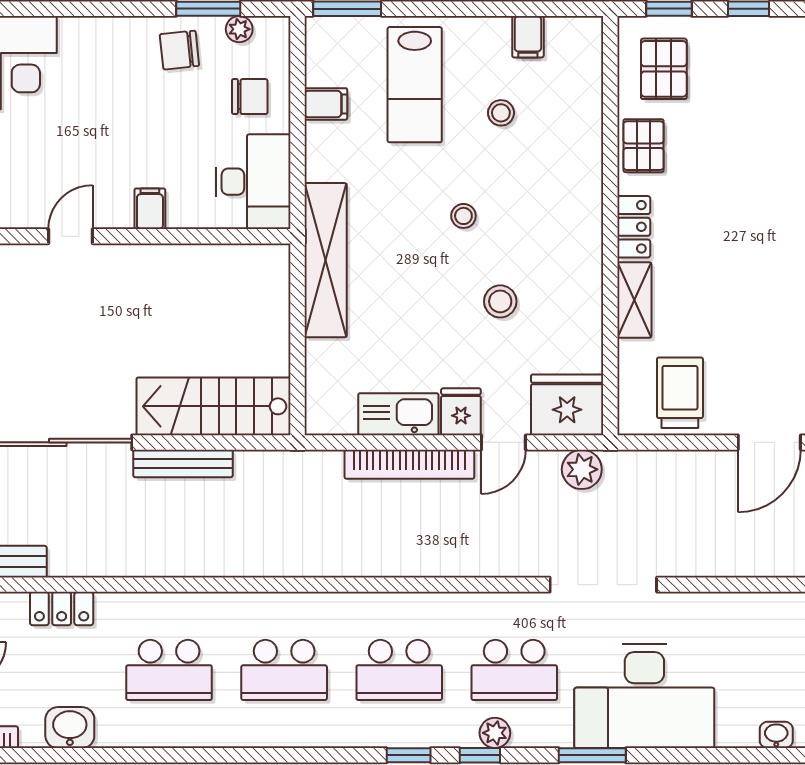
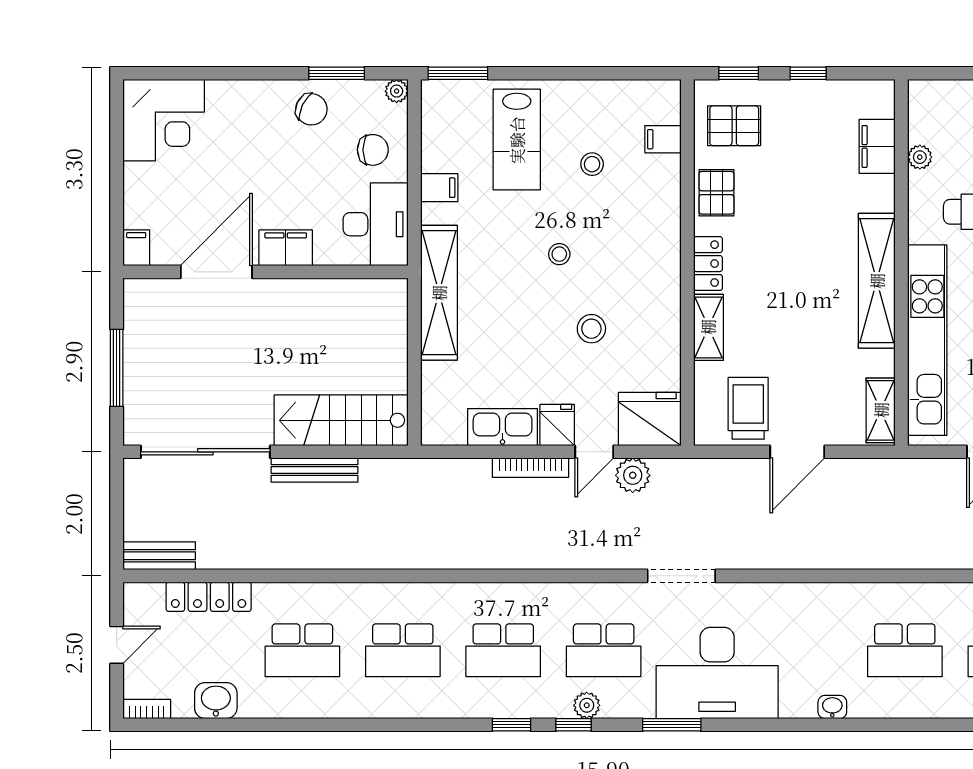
plant: (239, 29) -> (397, 91), moved
filing cabinet: (528, 37) -> (663, 139), moved, turned 90
chair: (179, 50) -> (311, 109), turned -148
pallet: (664, 69) -> (734, 126), turned 90
filing cabinet: (326, 104) -> (439, 188), moved
filing cabinet: (150, 209) -> (286, 248), width x2.00
door: (70, 236) -> (216, 272), width x1.87
door: (769, 442) -> (797, 452), moved
bookcase: (409, 464) -> (530, 468), width x0.68, depth x0.76
plant: (582, 469) -> (633, 475), moved
doorway: (603, 585) -> (681, 576), width x0.73
locker: (62, 609) -> (209, 597), width x1.53

